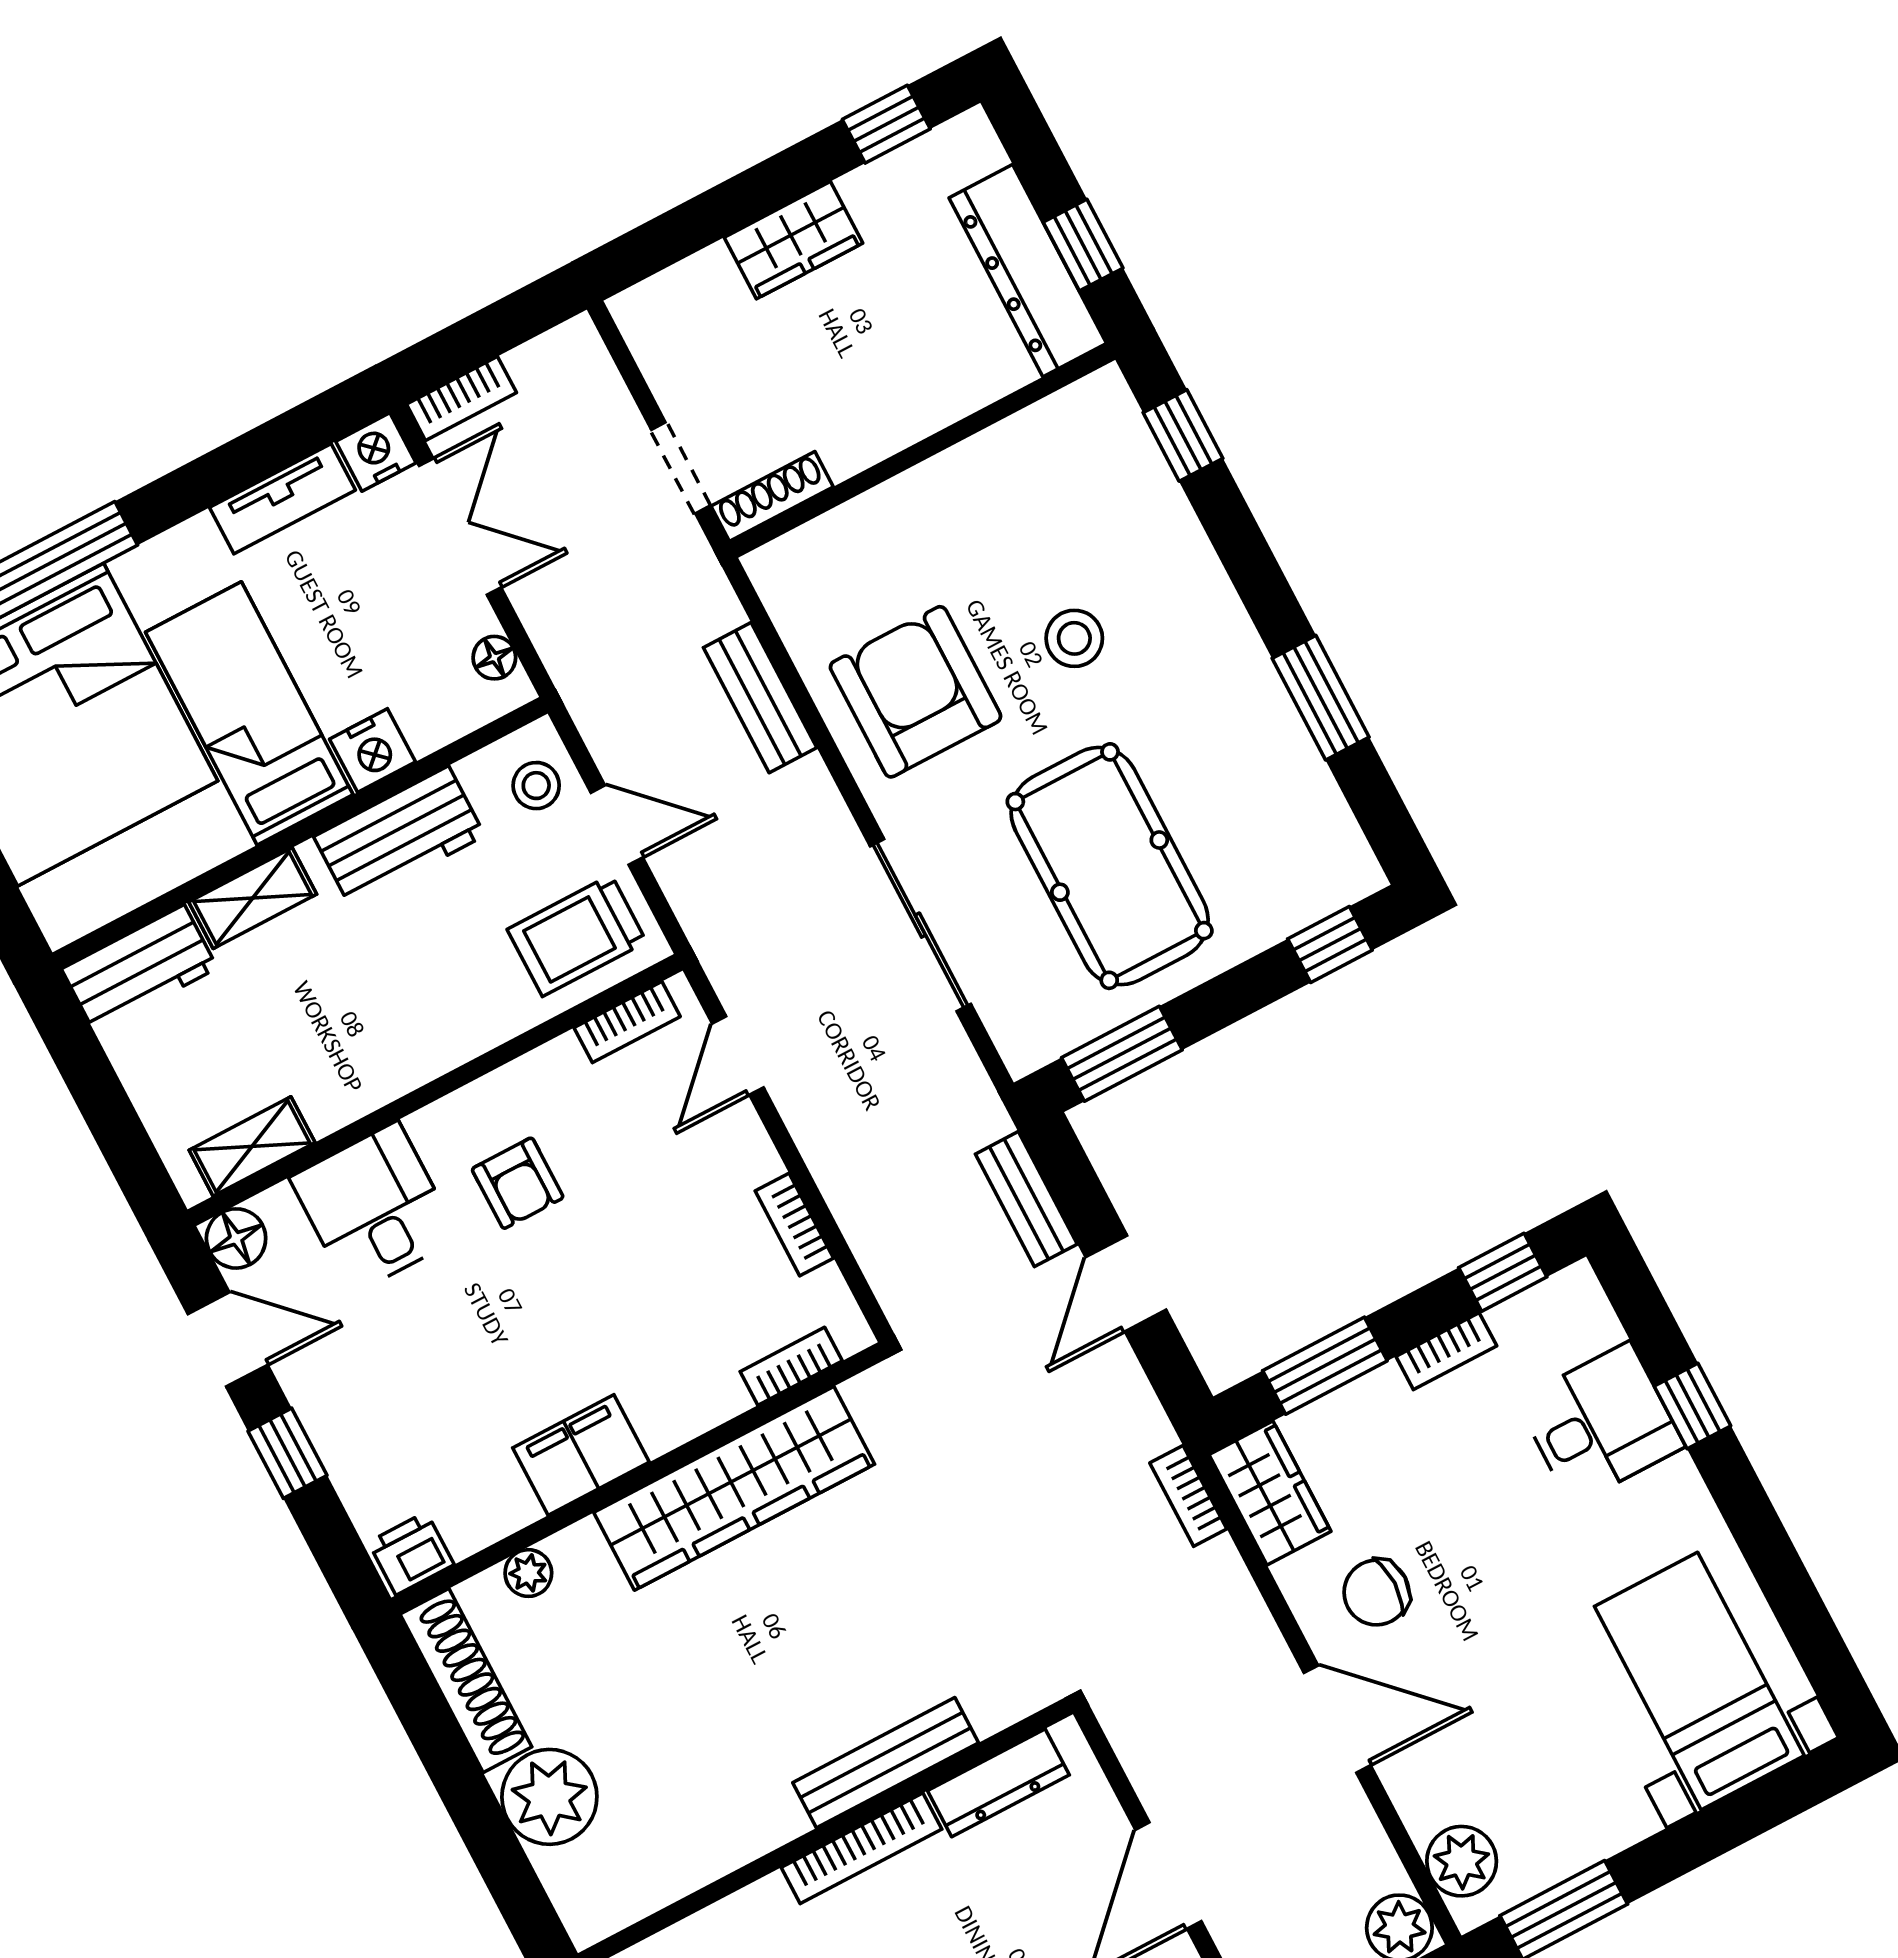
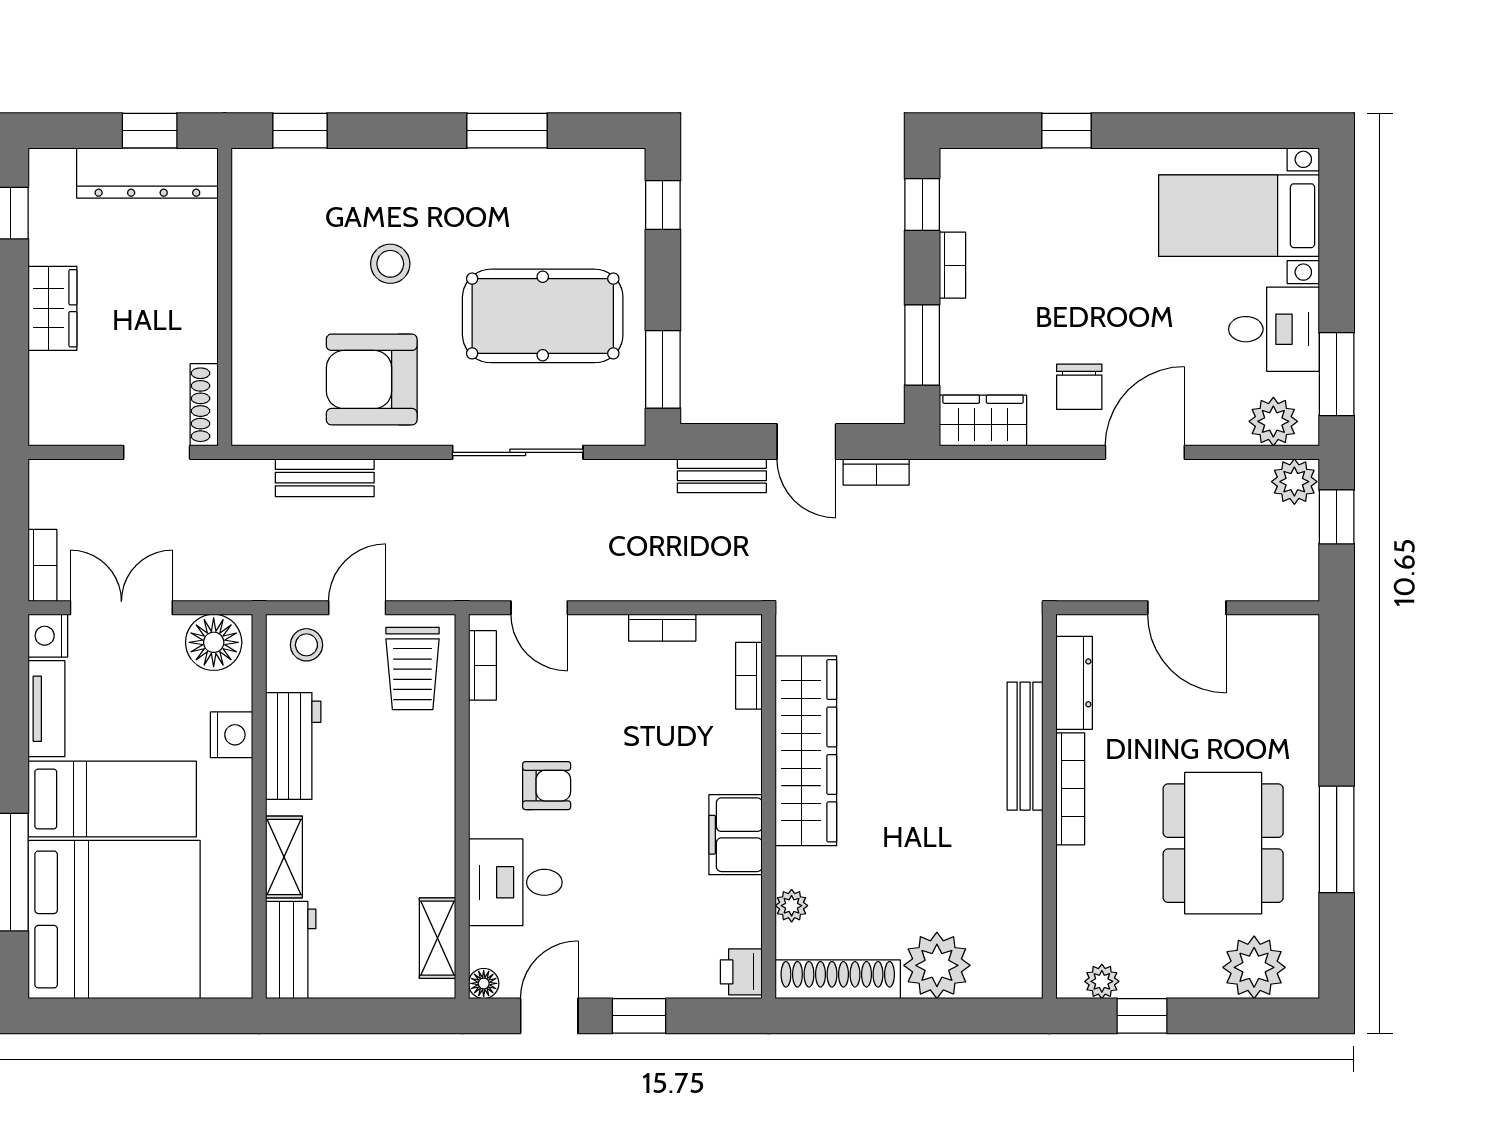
floor lamp: (494, 658) -> (214, 642), width x1.89, depth x1.89
bed: (249, 713) -> (112, 799), moved, turned 180
floor lamp: (236, 1238) -> (484, 983), width x0.73, depth x0.73
desk: (1601, 1424) -> (1274, 329), moved, turned 90
bookcase: (1188, 1496) -> (876, 472), moved

